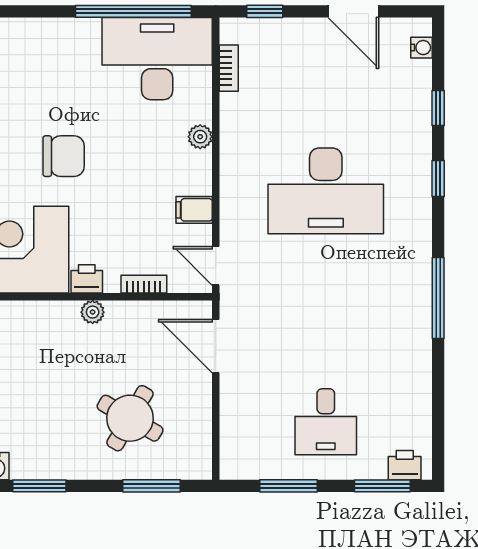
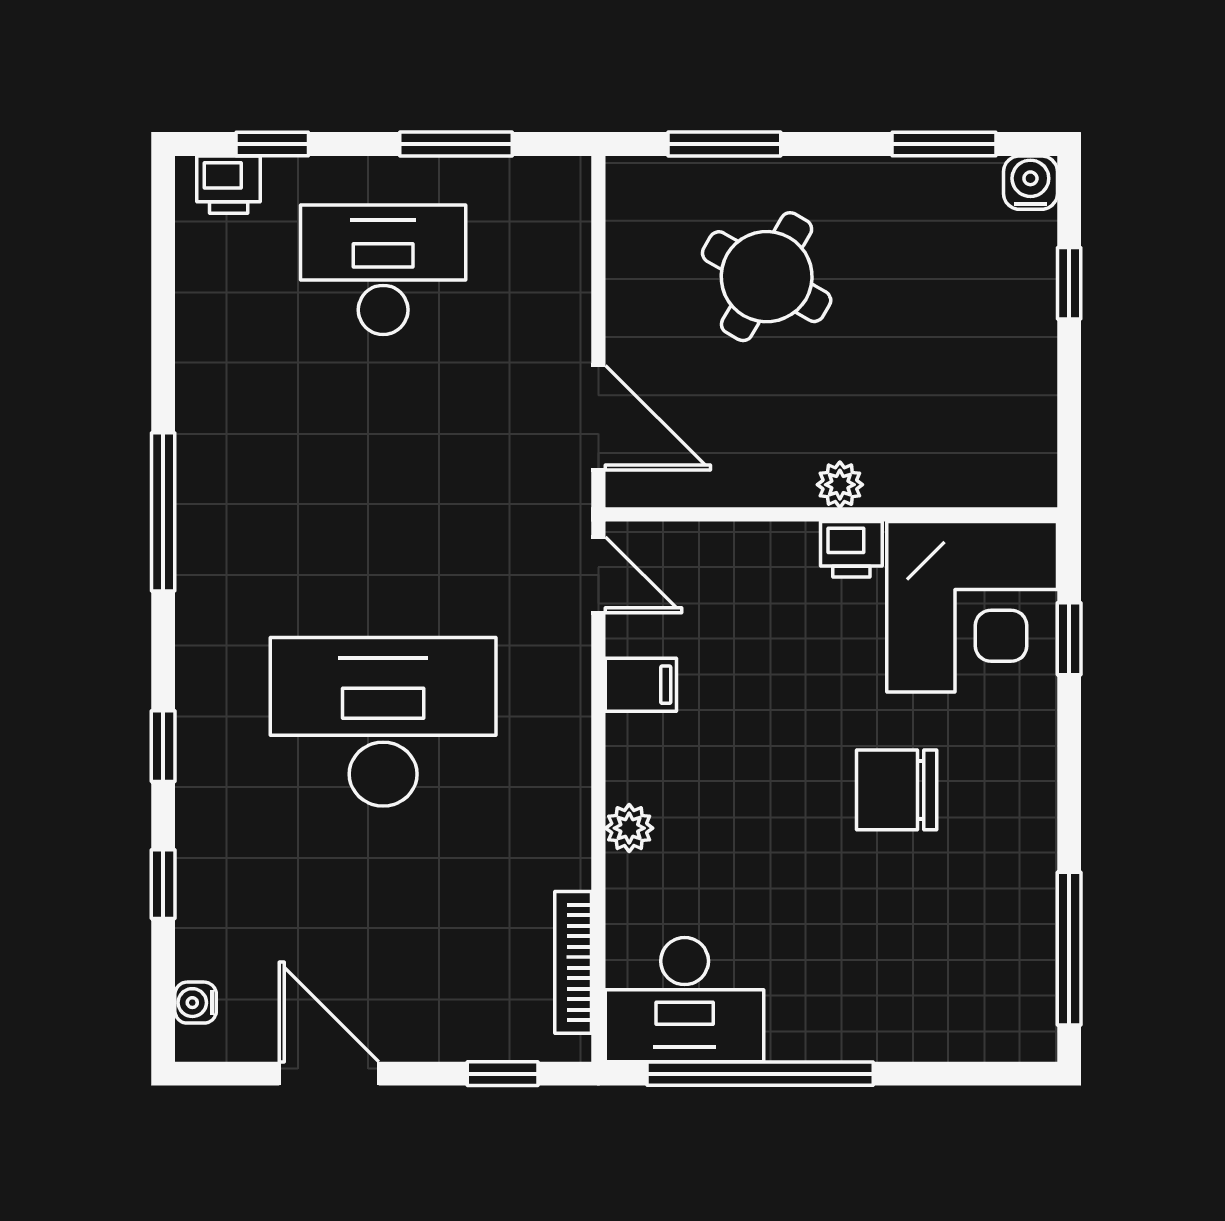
desk: (157, 59) -> (685, 1000), width x0.73, depth x0.77
bookcase: (229, 68) -> (573, 962), width x1.56
bookcase: (144, 284) -> (739, 539), removed
desk: (326, 422) -> (383, 270), width x1.37
window: (382, 486) -> (272, 144), width x0.67

